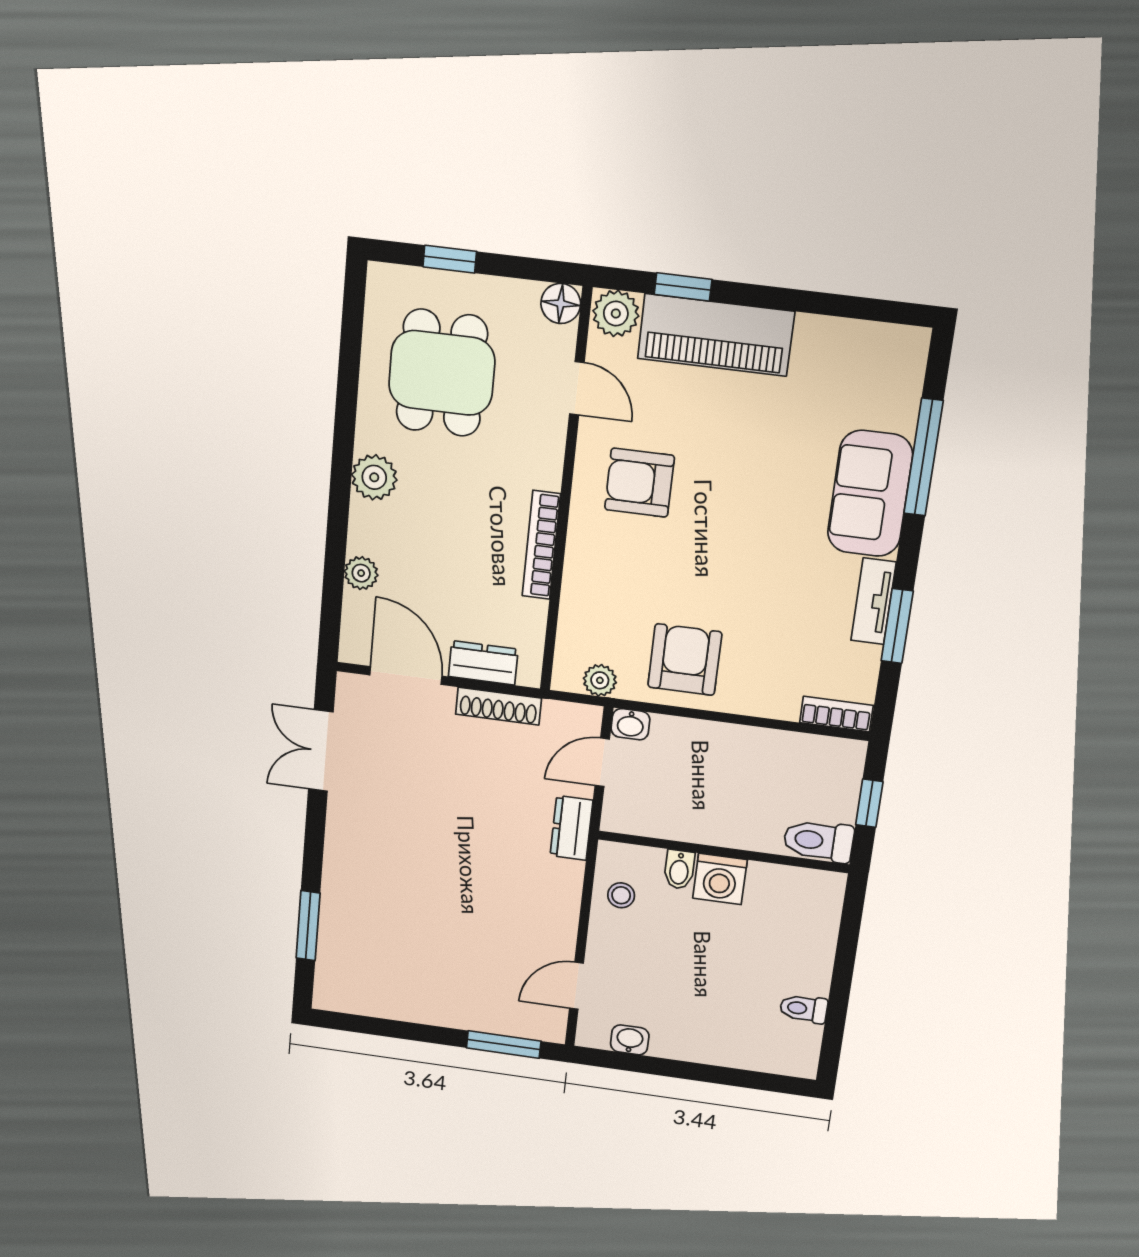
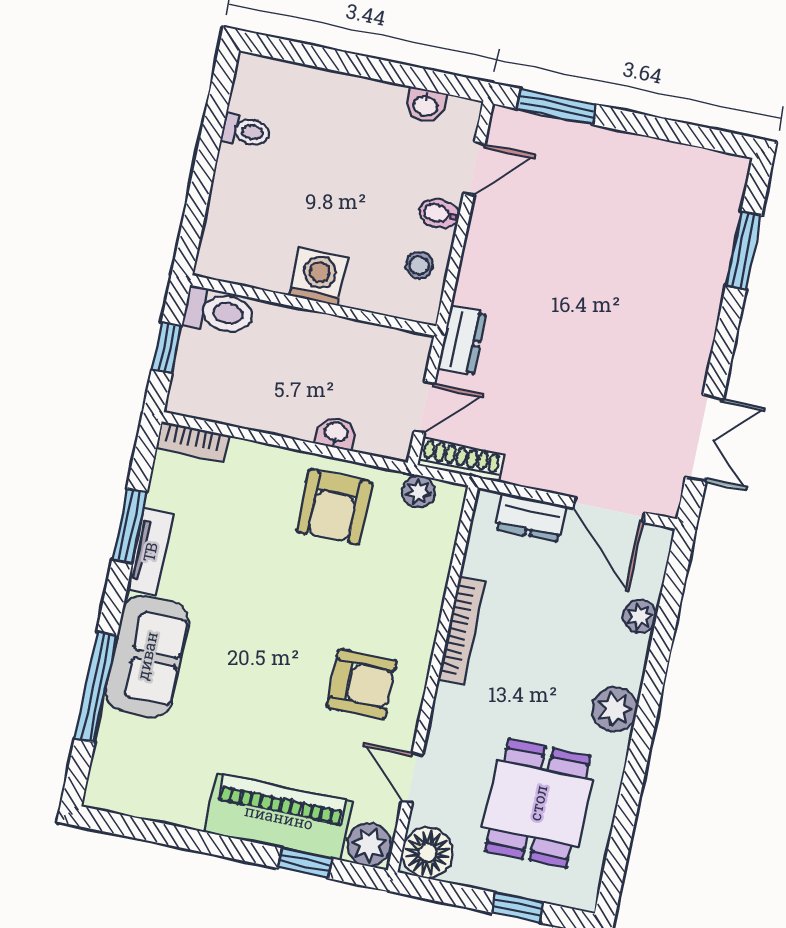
floor lamp: (561, 303) -> (427, 853), width x1.38, depth x1.38
shoe rack: (498, 706) -> (461, 460), moved
washbasin: (630, 724) -> (336, 433), moved
bidet: (679, 870) -> (439, 213), moved, turned -90

